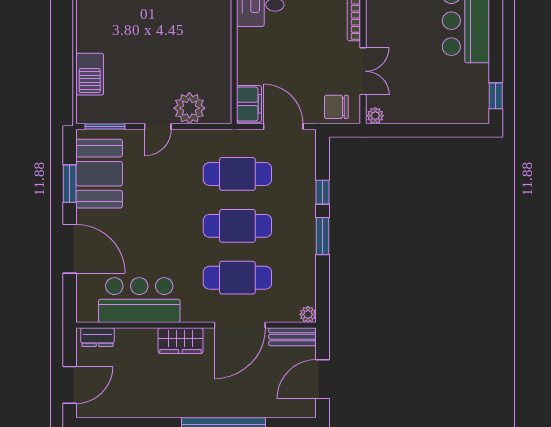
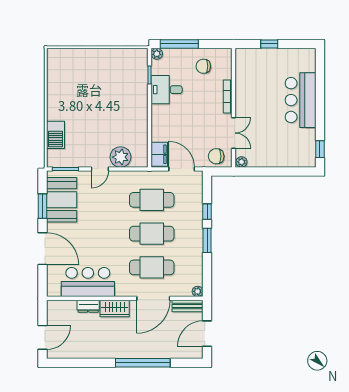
dresser: (97, 337) -> (88, 306), moved

